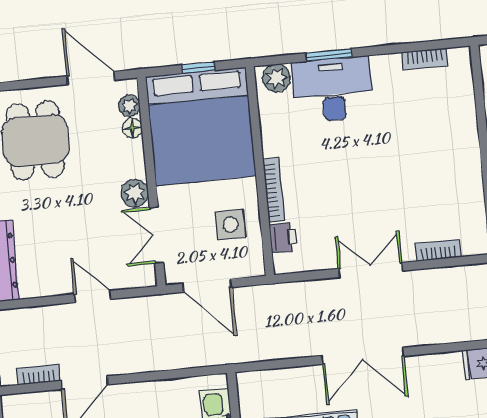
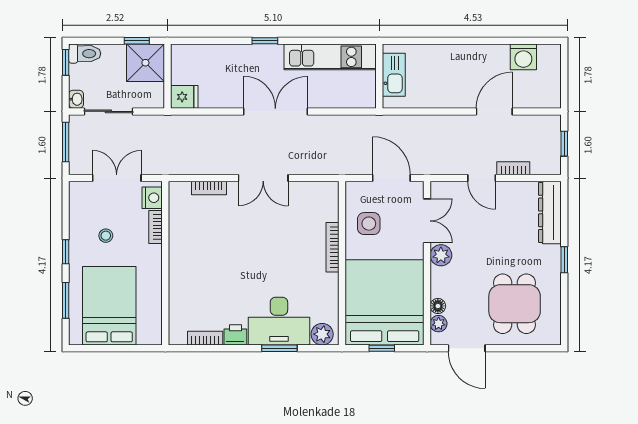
printer: (283, 238) -> (235, 335), moved, turned 90
bookcase: (39, 375) -> (513, 168), moved, turned 180

